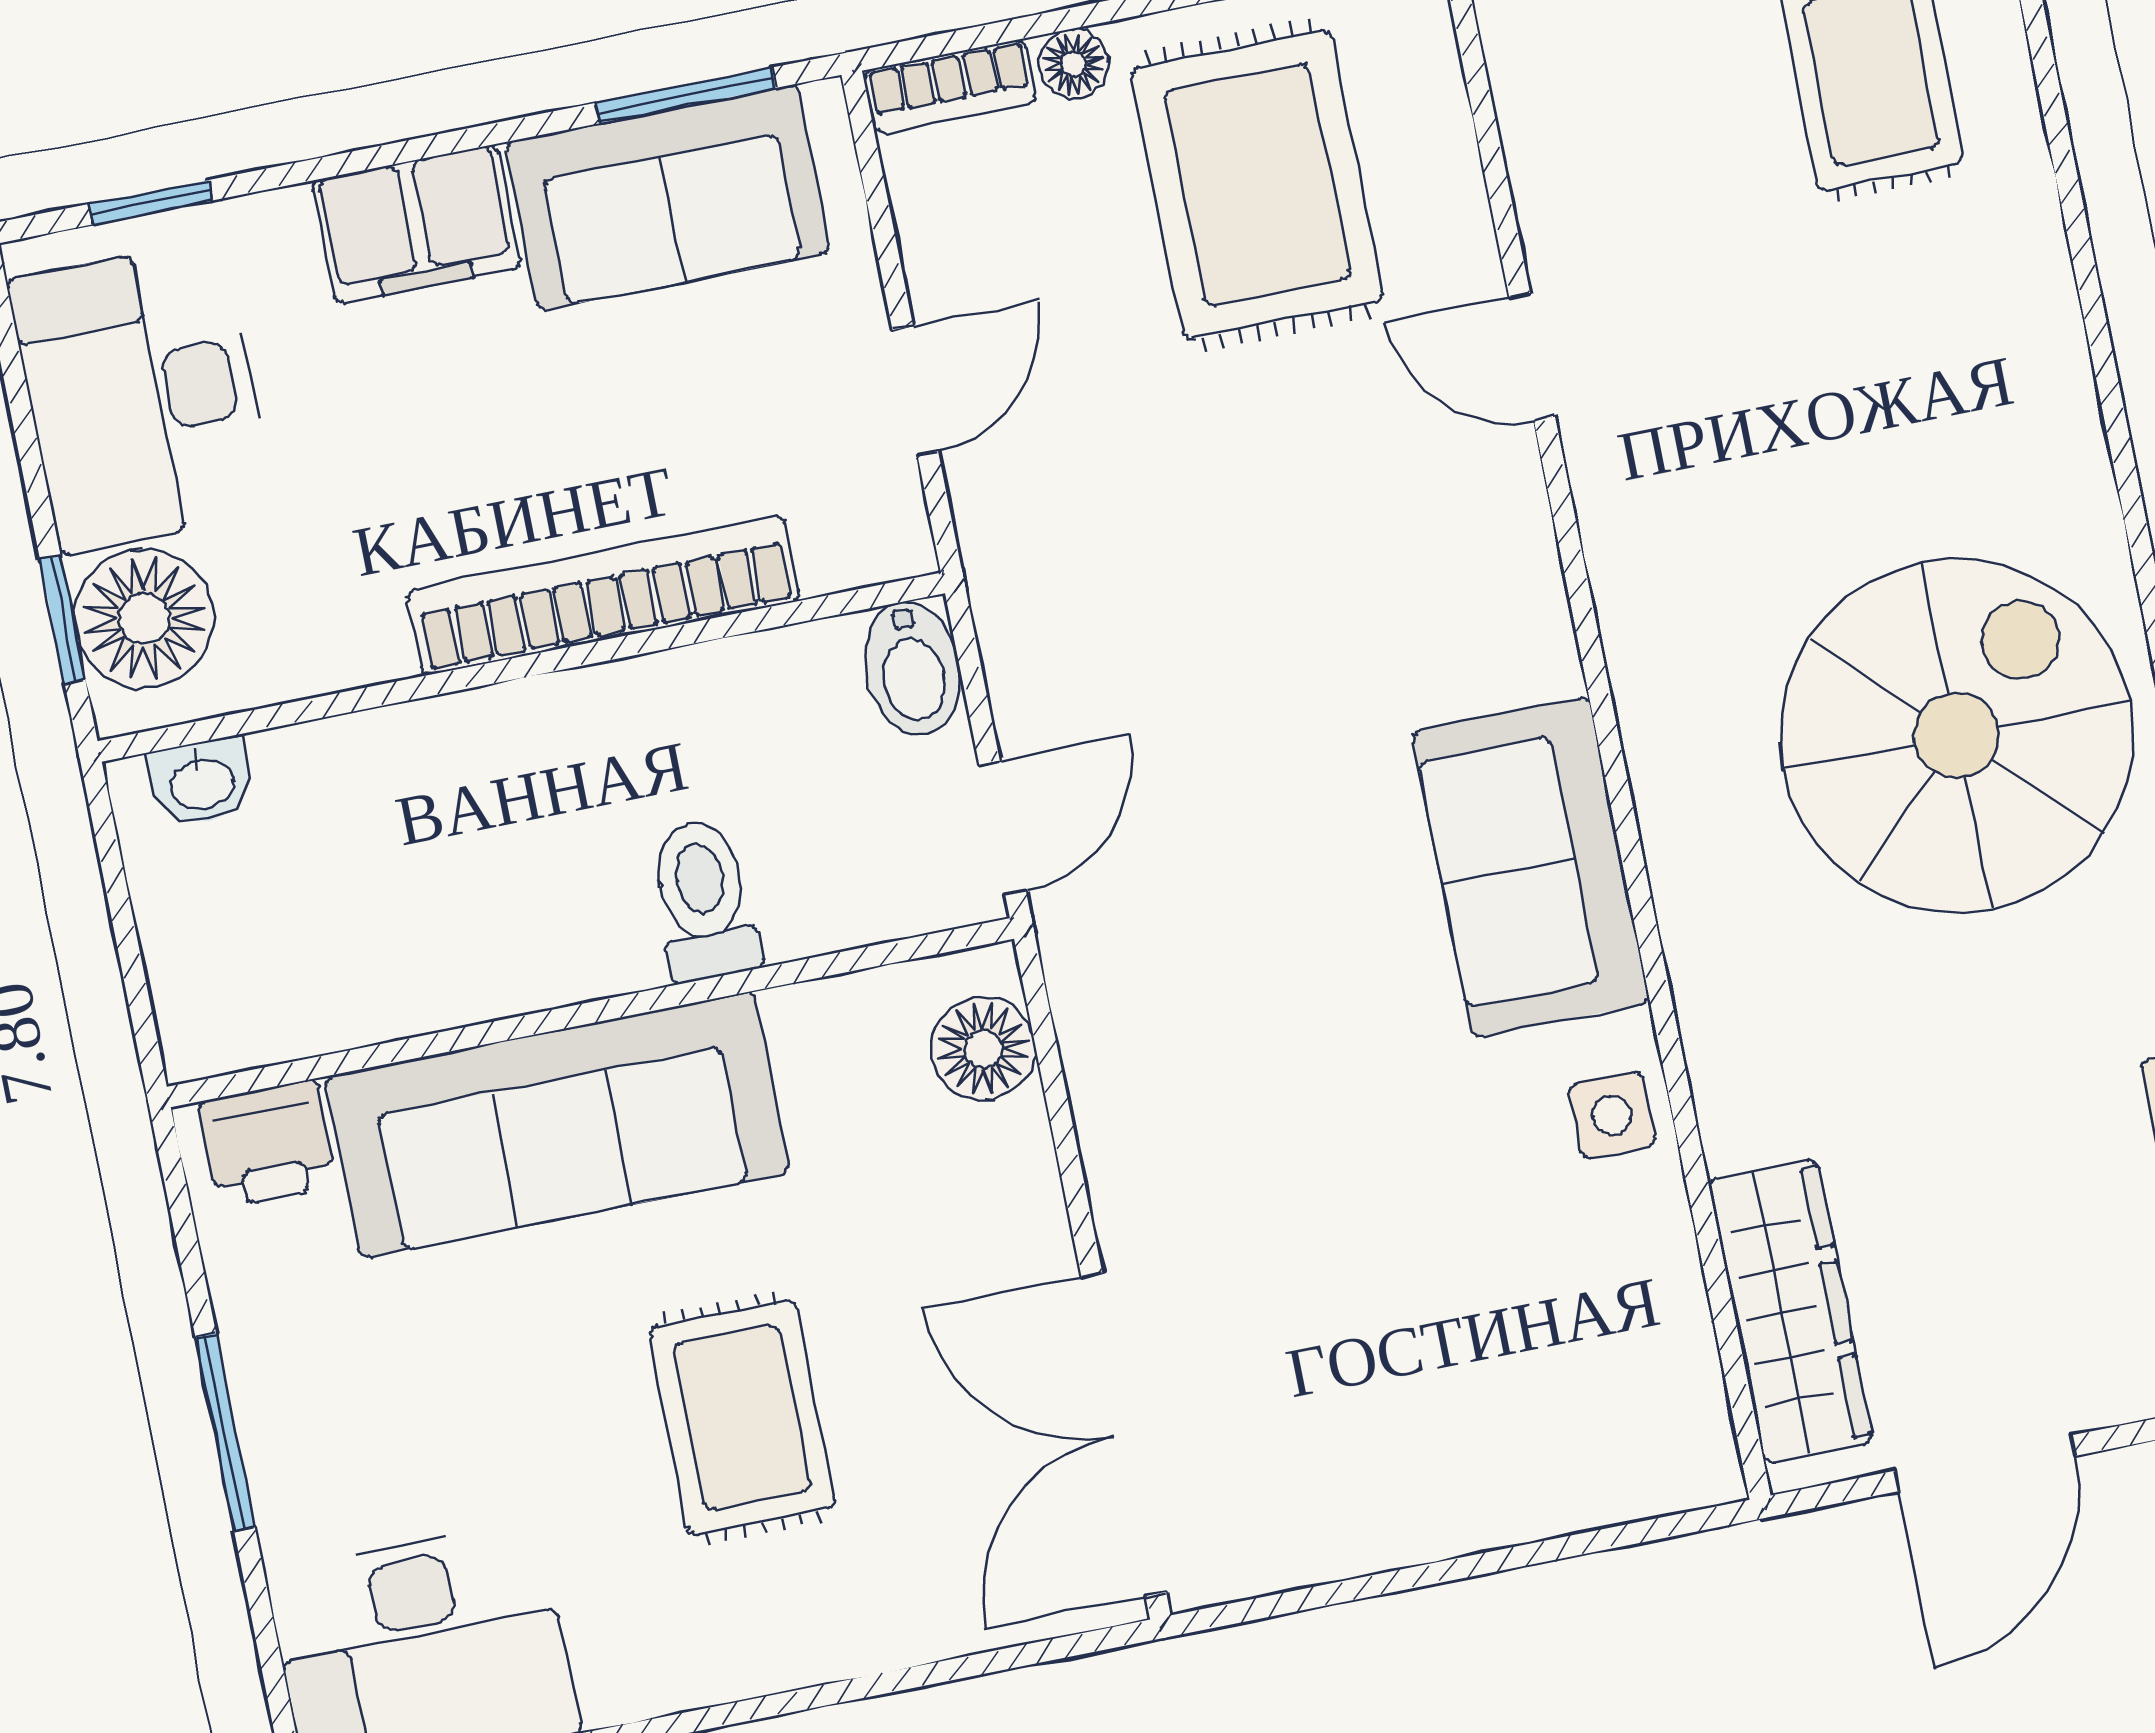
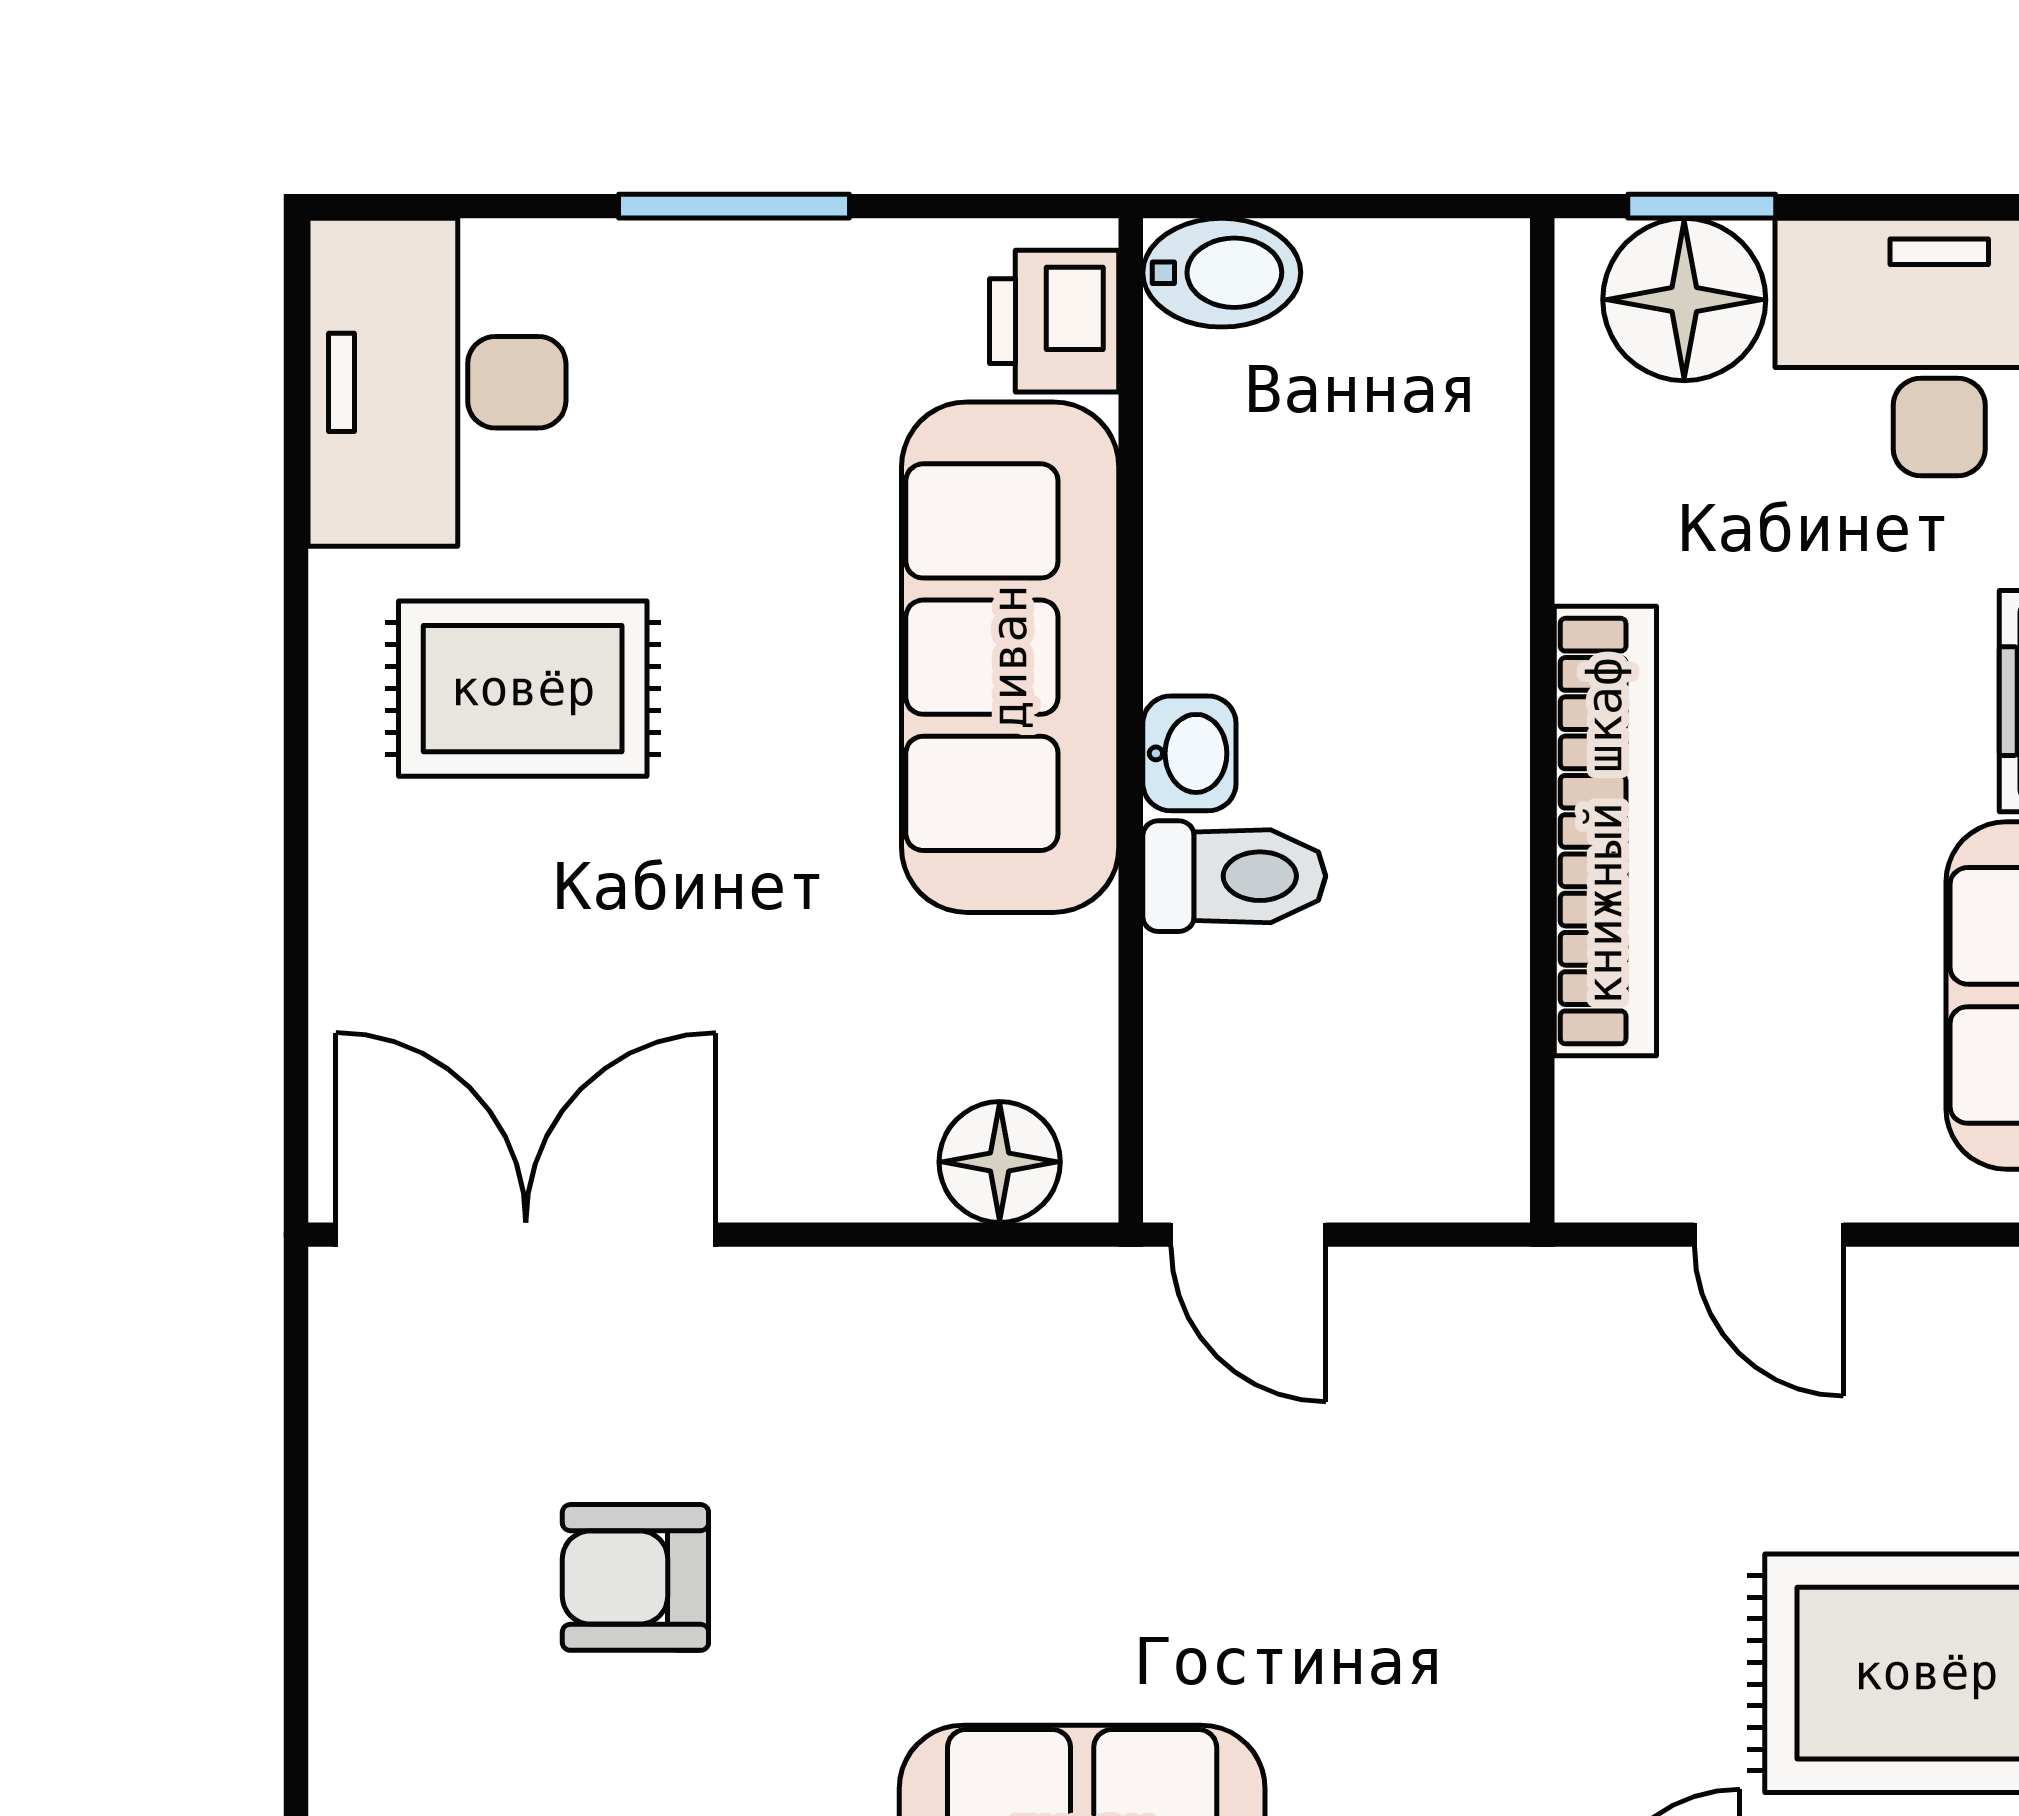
bidet: (913, 668) -> (1222, 273), moved, turned 180
washbasin: (202, 782) -> (1189, 753), moved, turned 180
armchair: (1393, 1285) -> (635, 1577), added
rug: (742, 1417) -> (523, 689), moved

